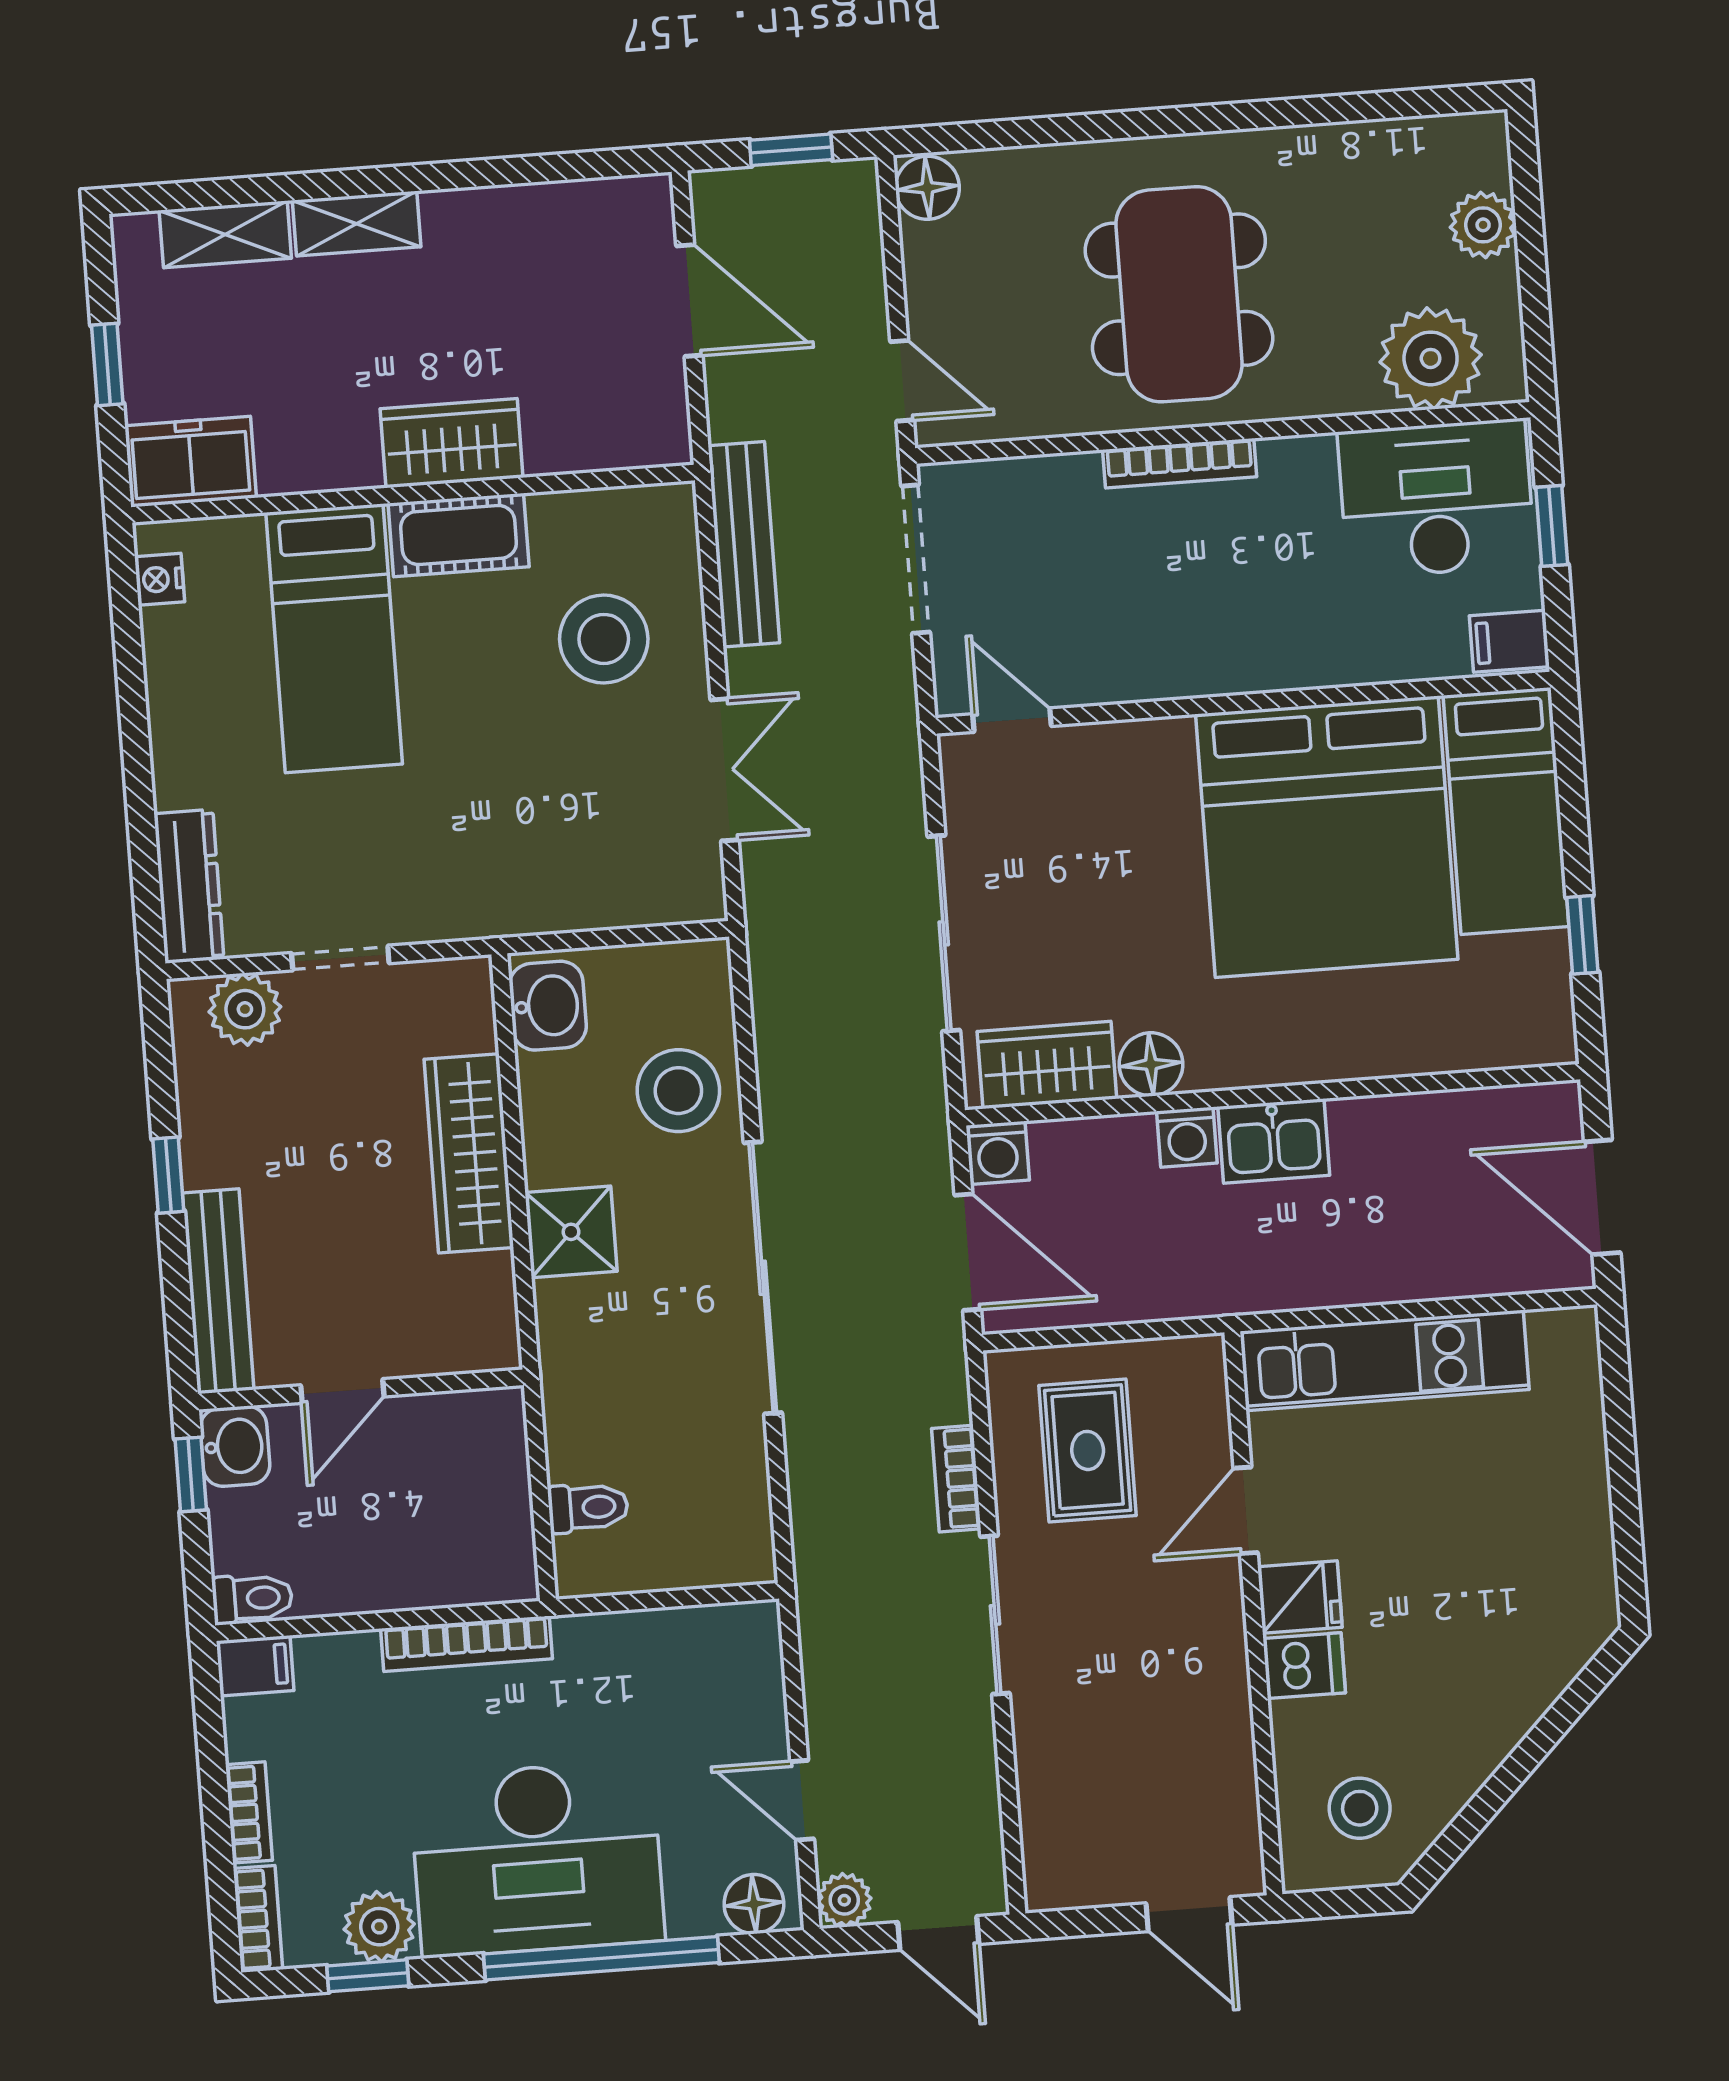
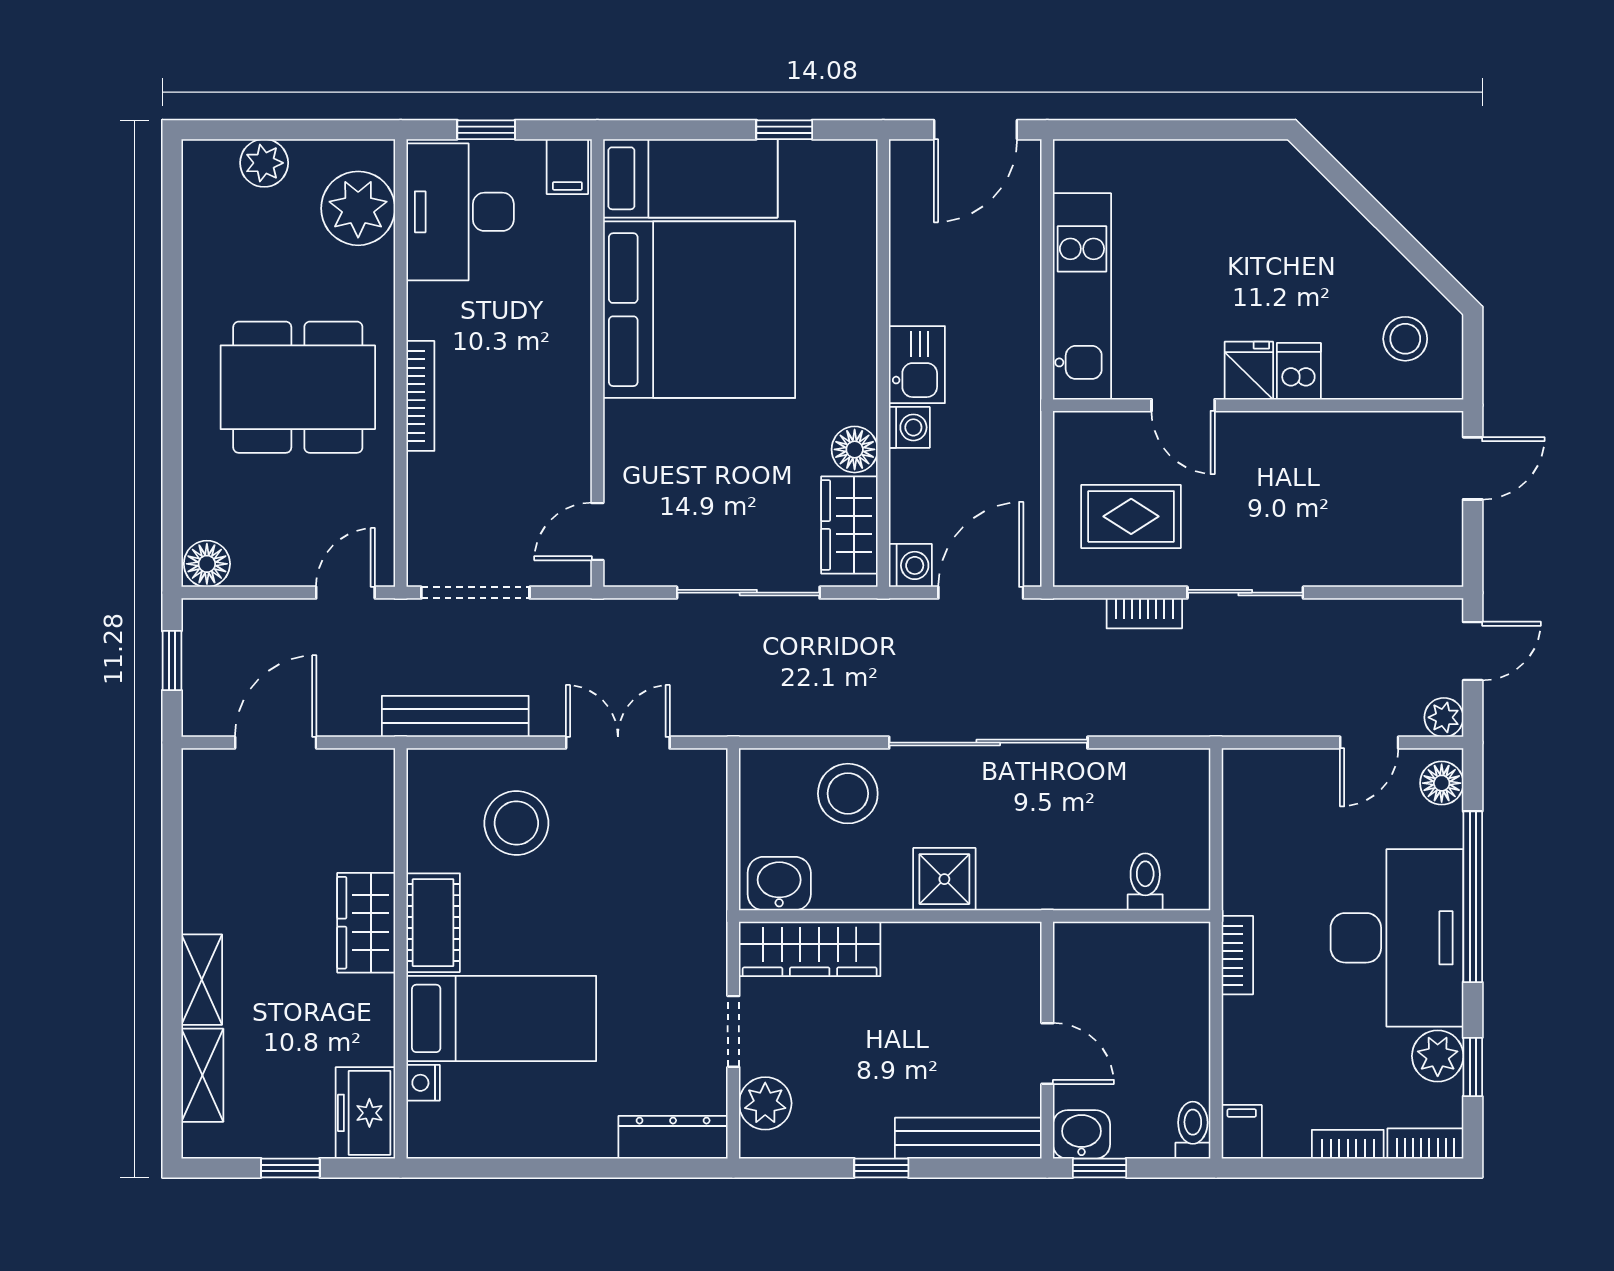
nightstand: (160, 579) -> (423, 1083), moved, turned 90
wardrobe: (469, 1153) -> (810, 949), moved
bookcase: (467, 1644) -> (1237, 955), width x0.64

